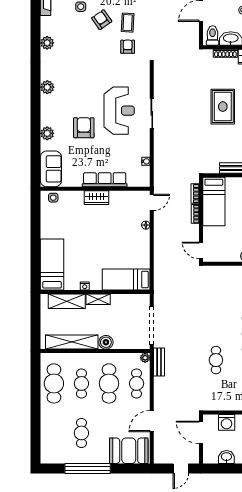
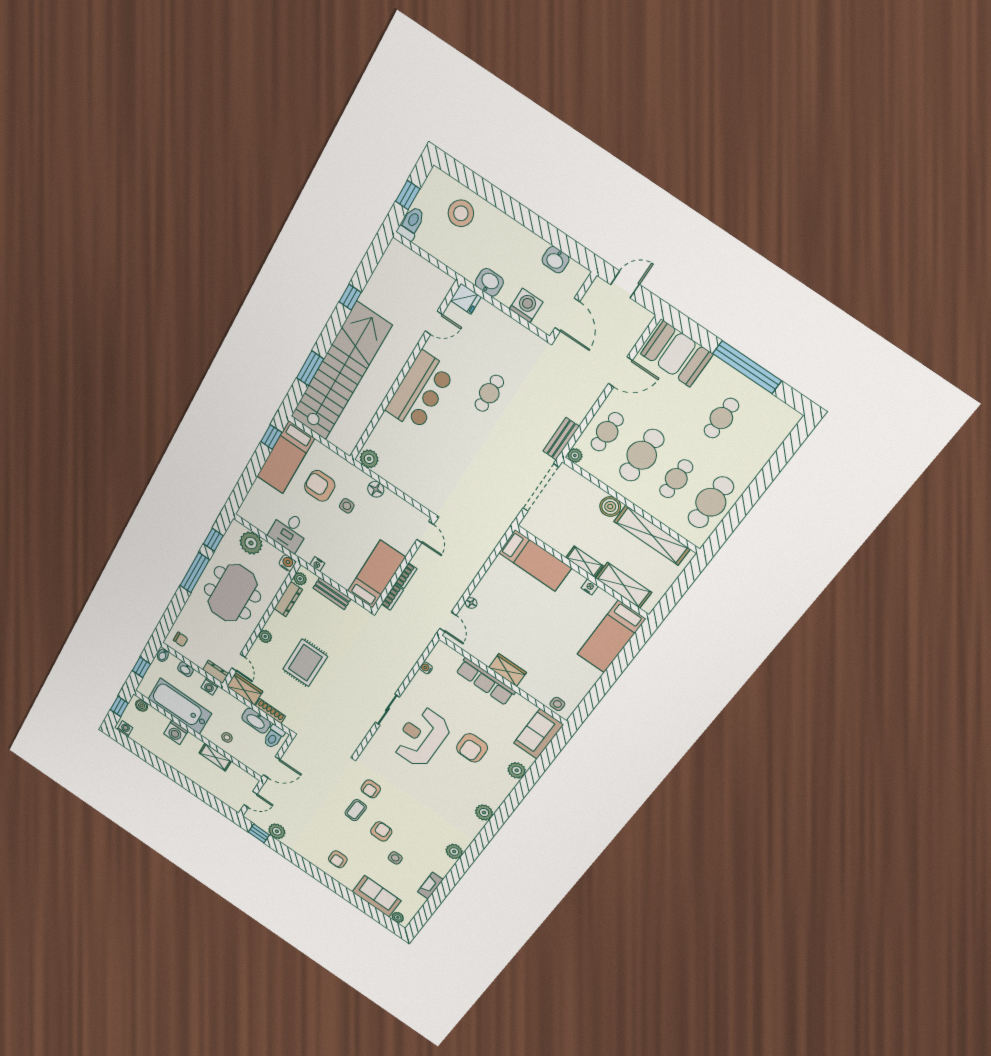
armchair: (102, 20) -> (381, 831), turned -145
door: (152, 202) -> (448, 622), swing flipped

